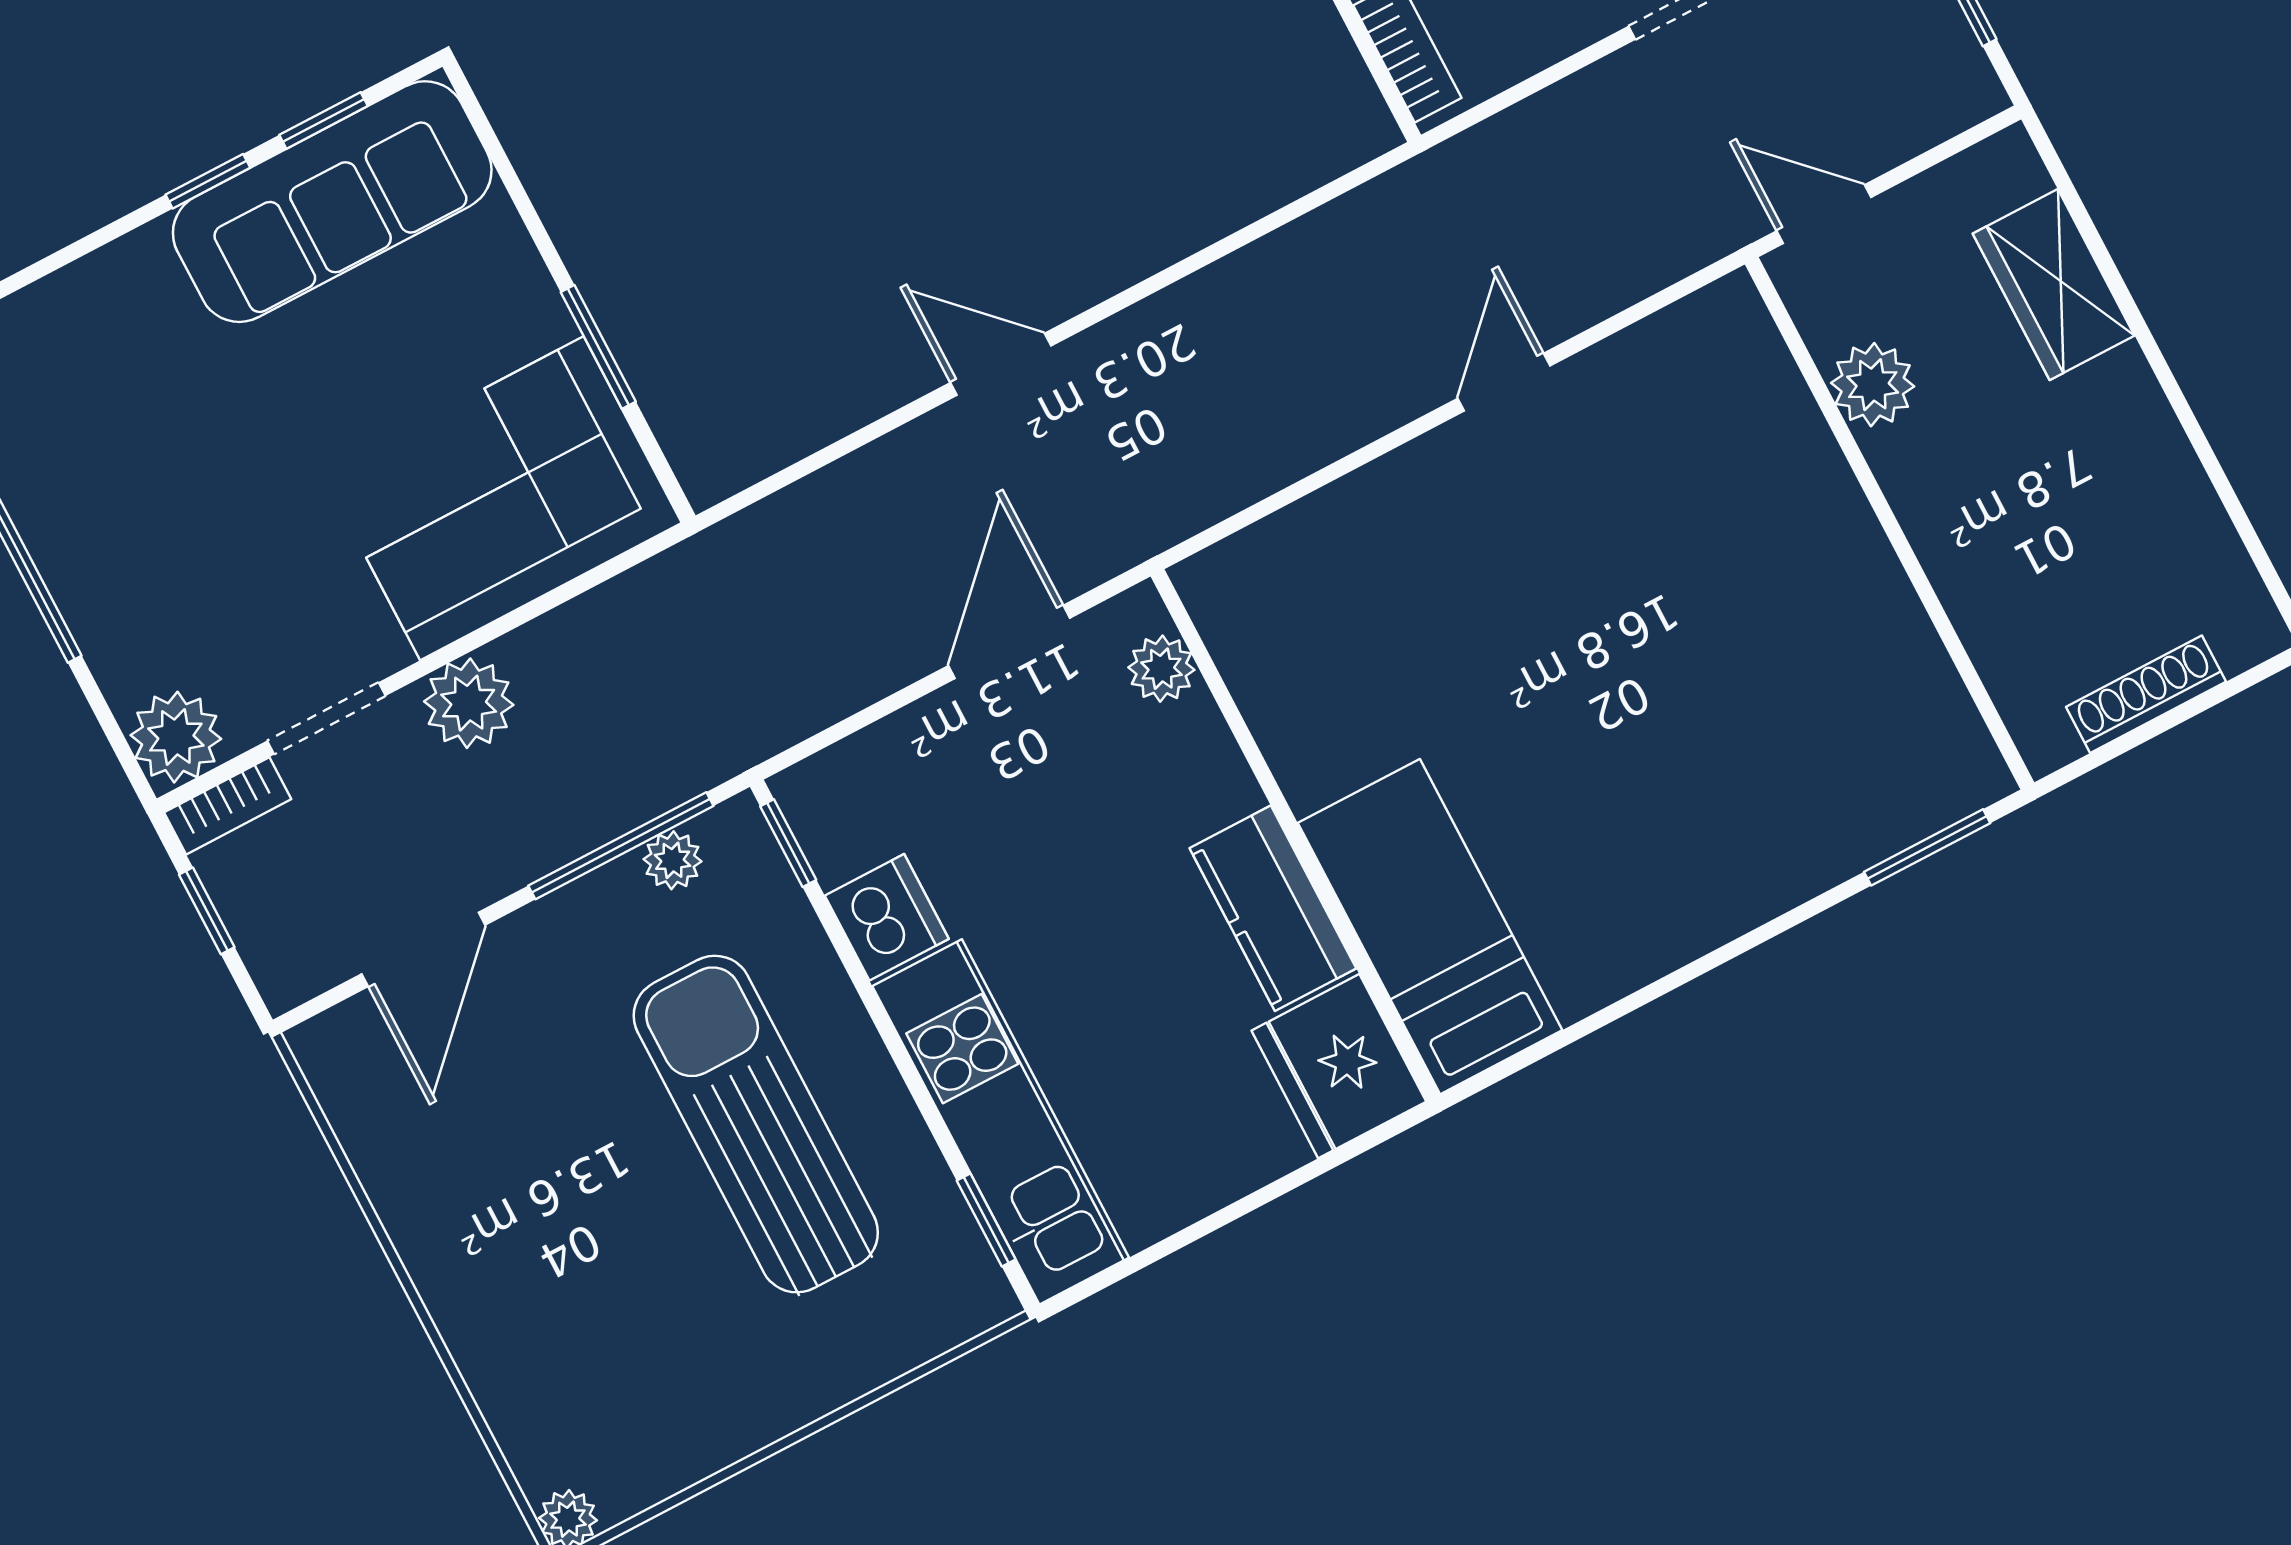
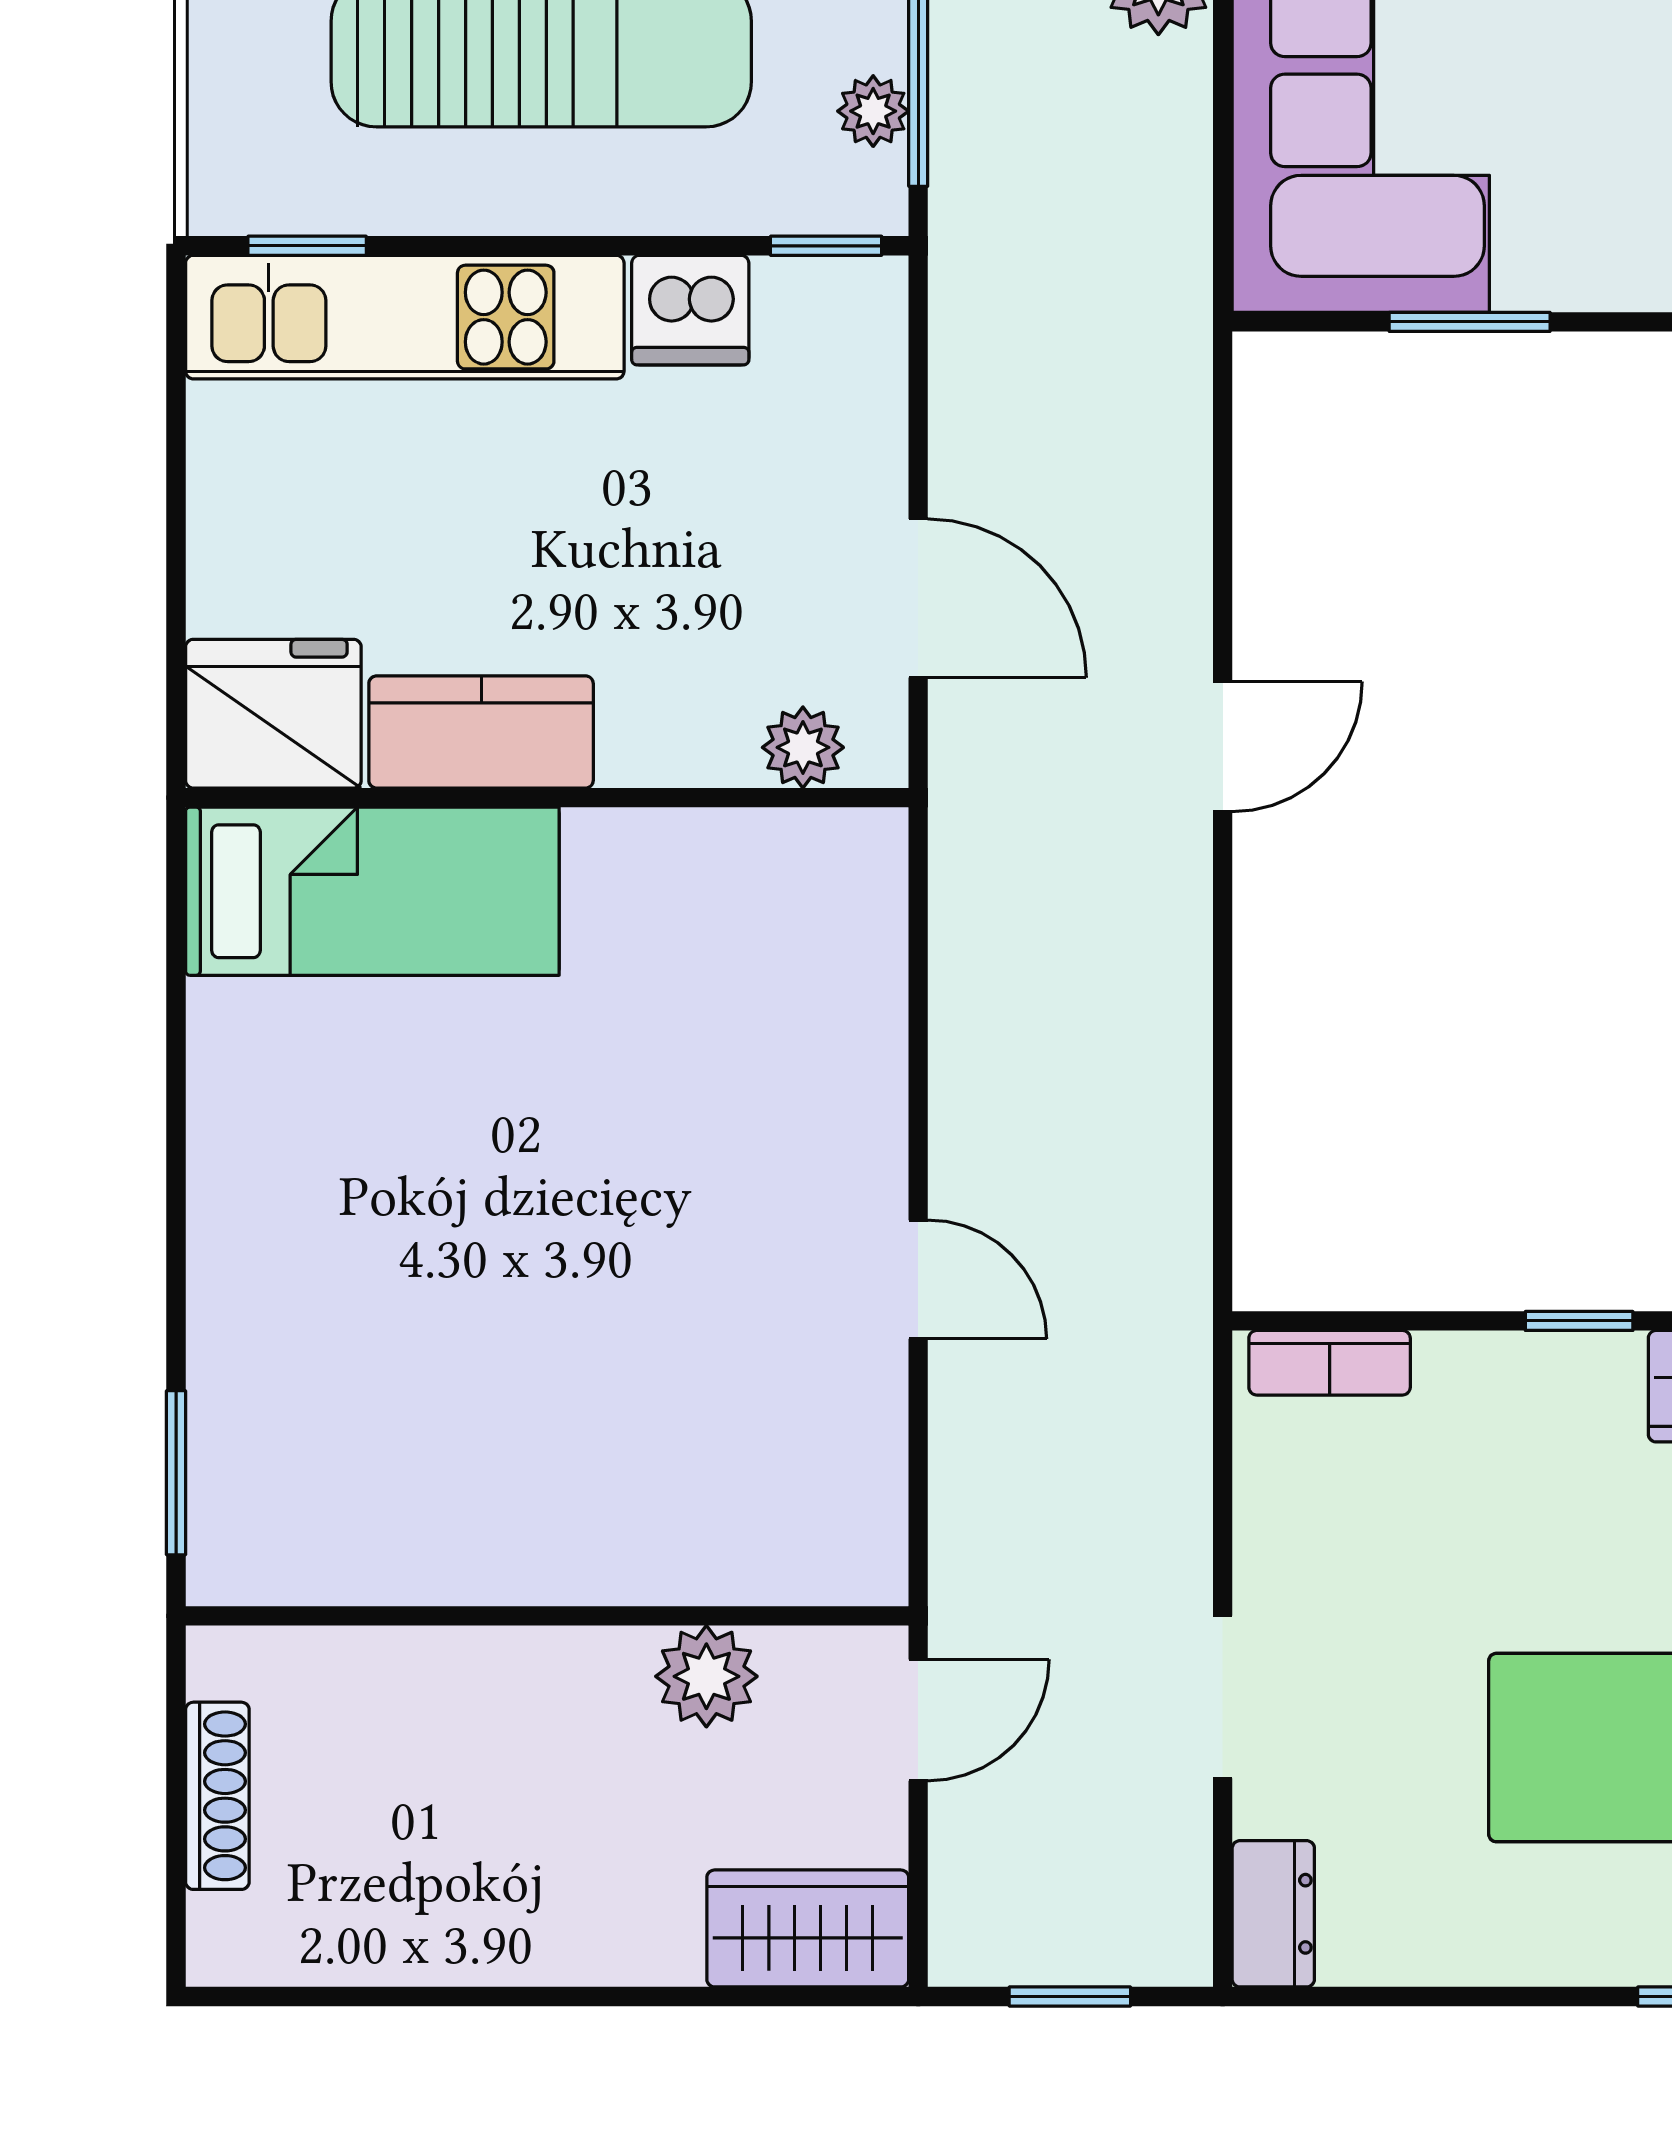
wardrobe: (2054, 285) -> (808, 1928), moved

